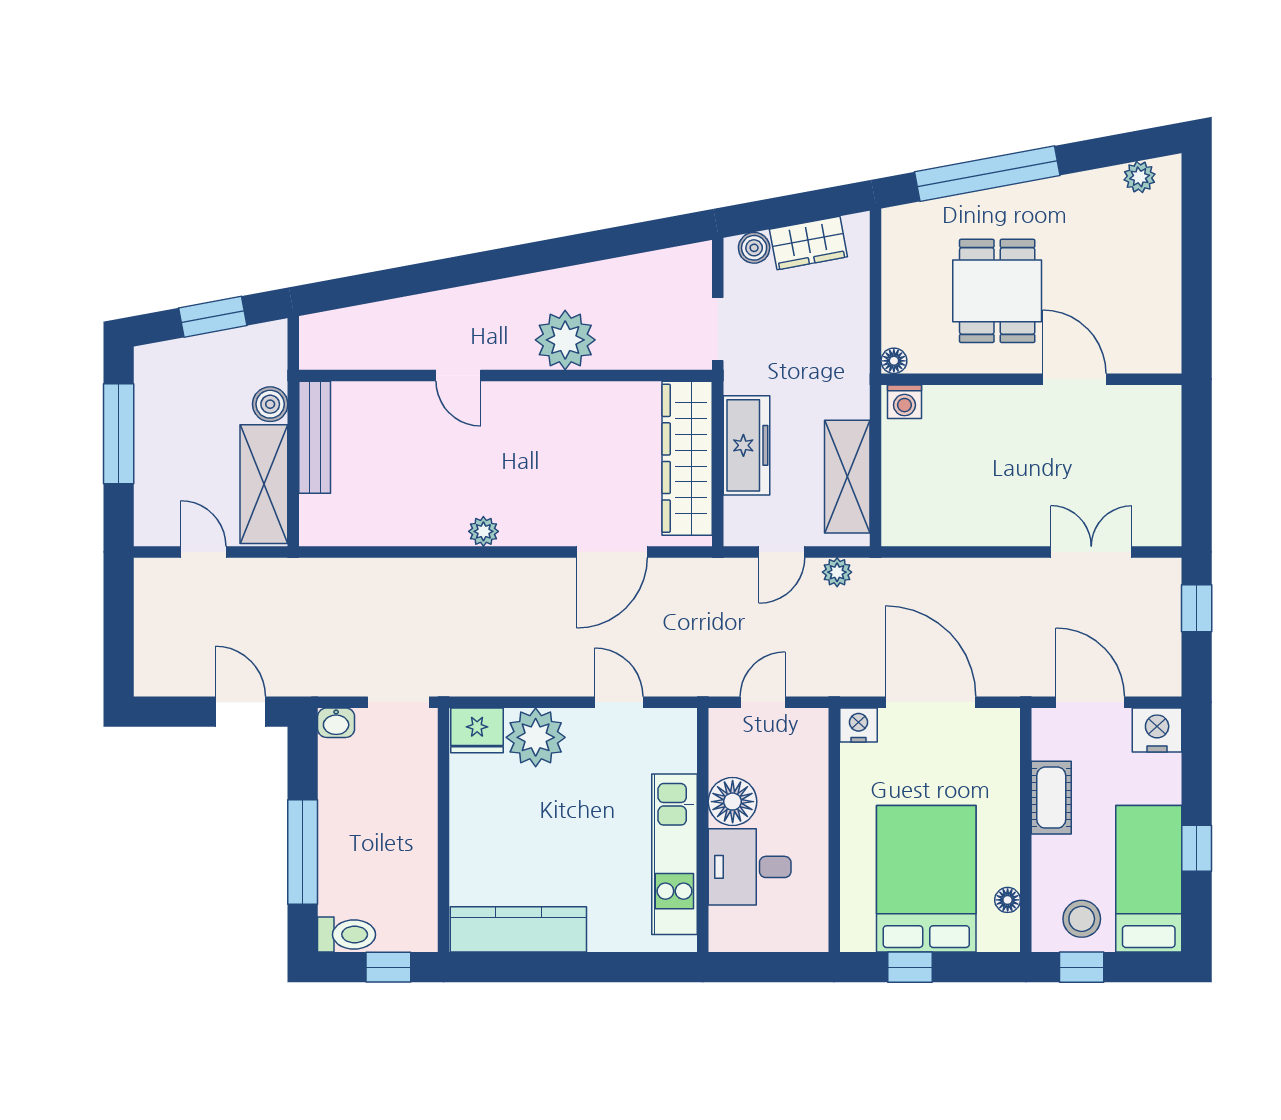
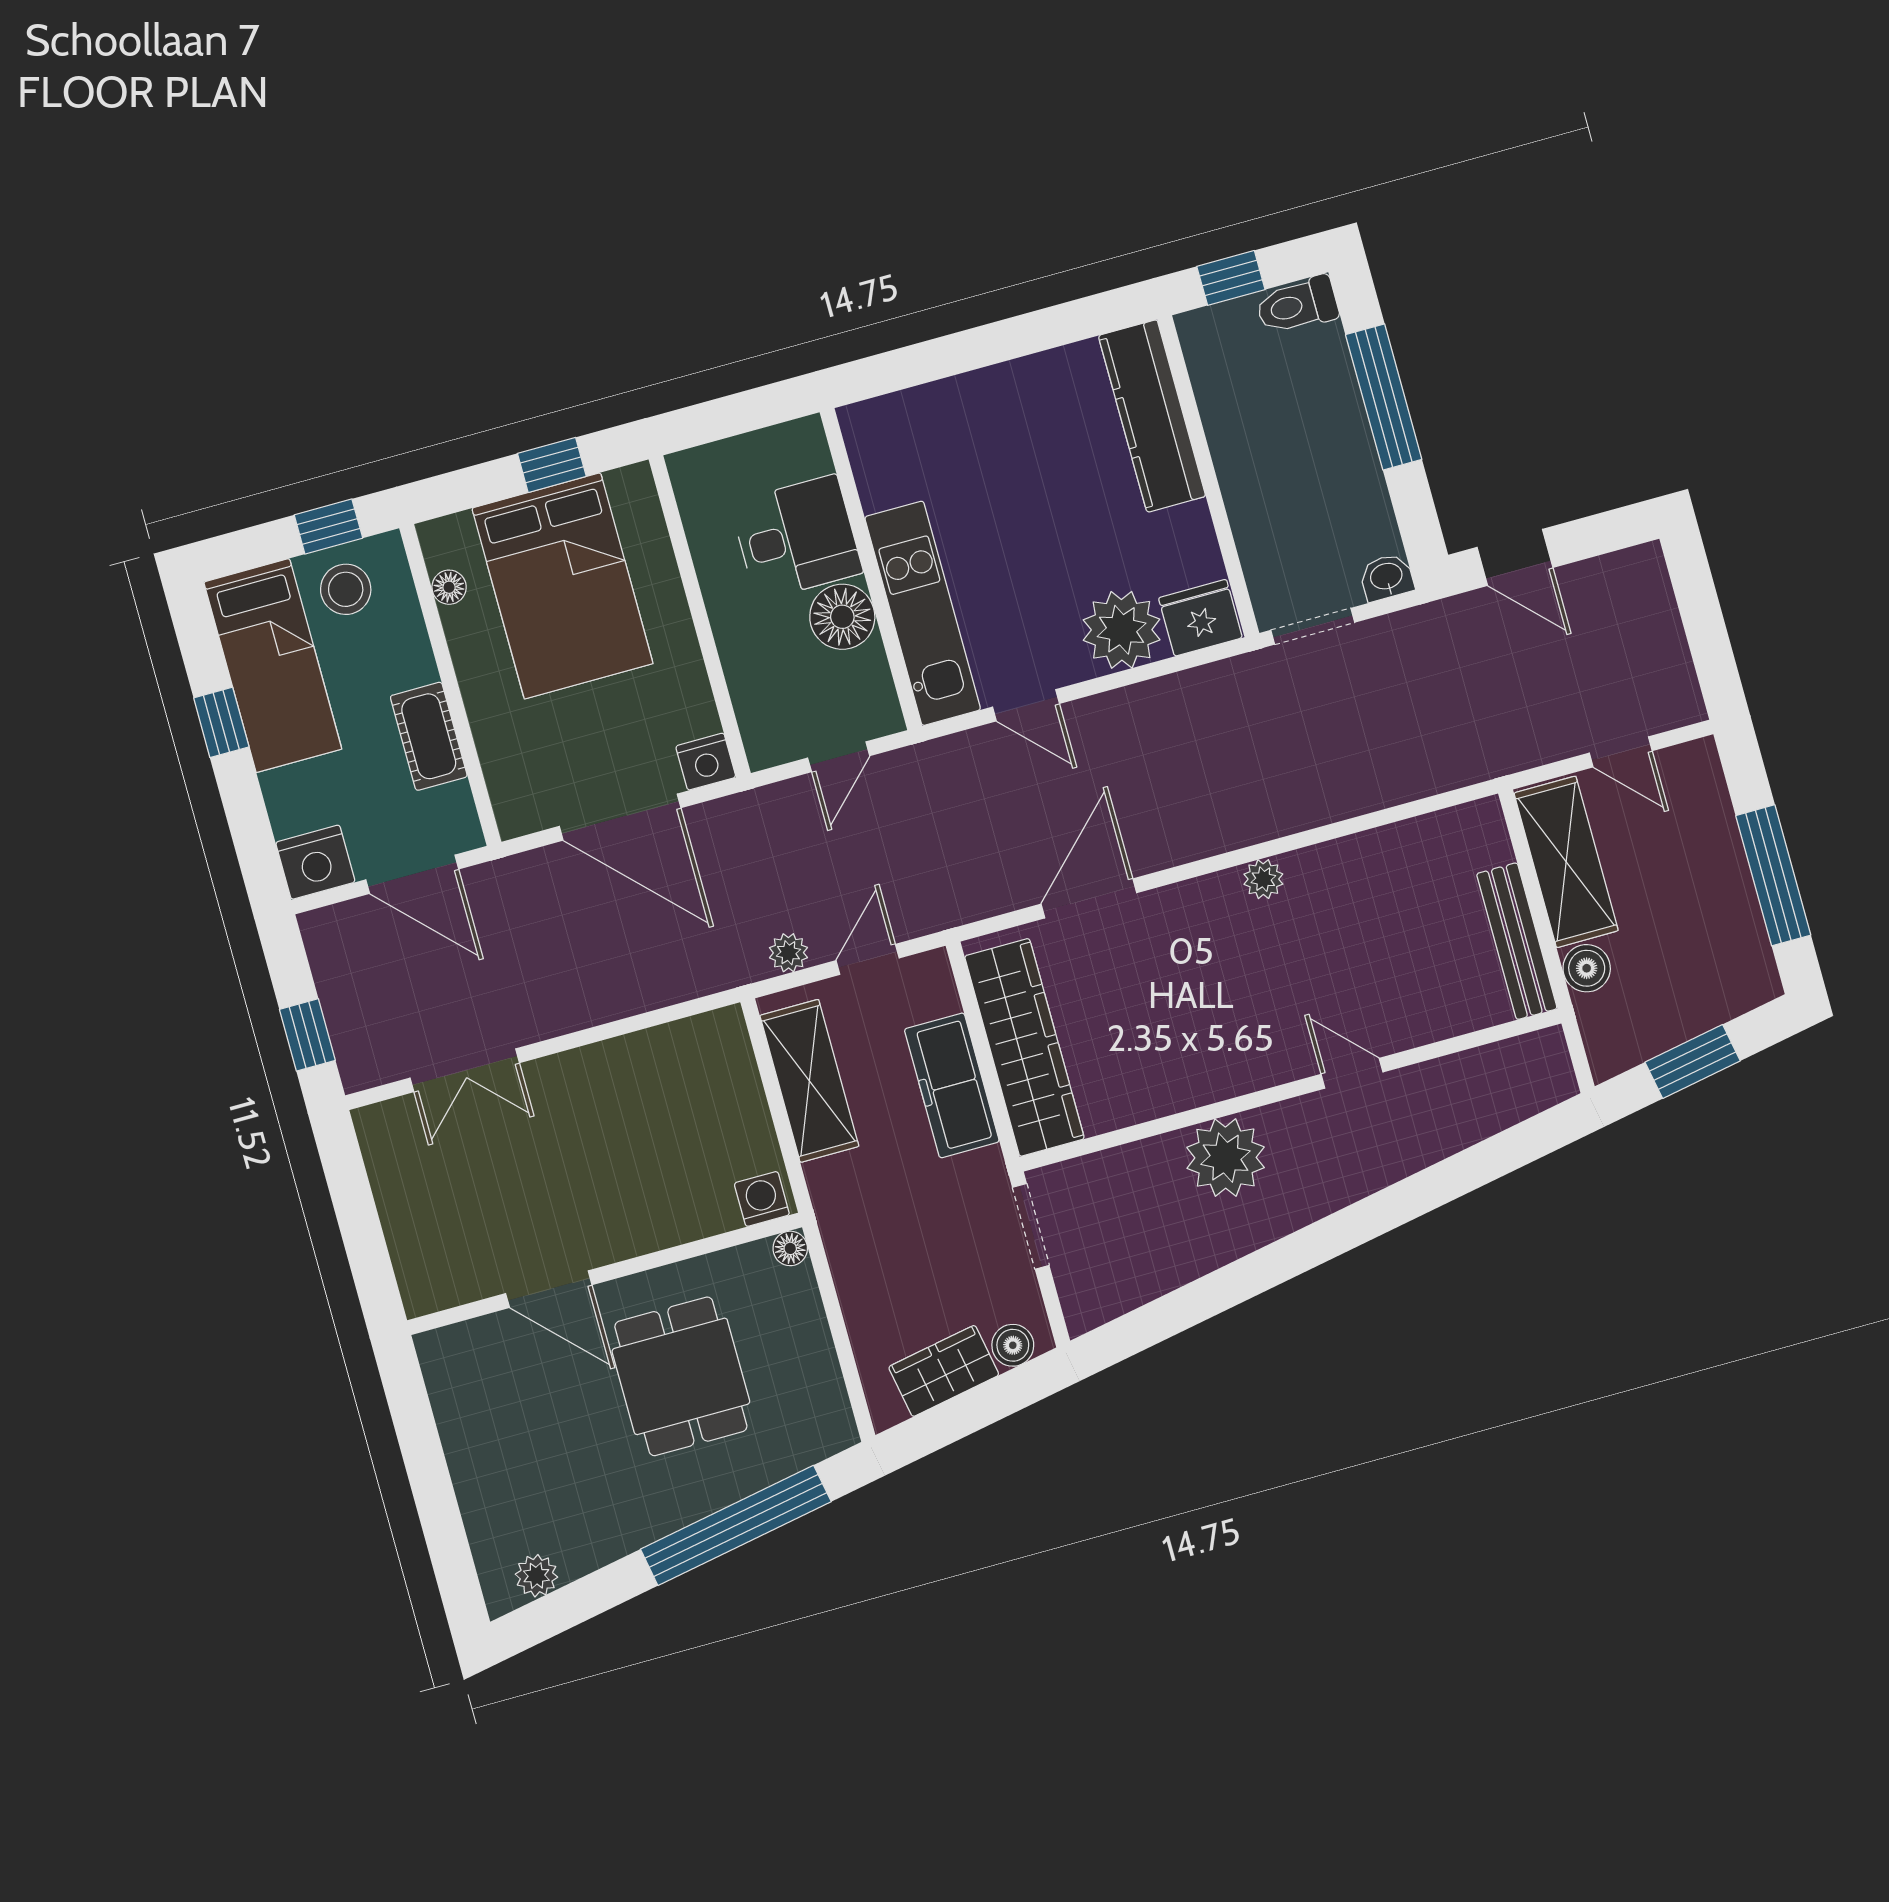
kitchen unit: (674, 854) -> (923, 613), moved
kitchen counter: (518, 929) -> (1152, 416), moved, turned 90

